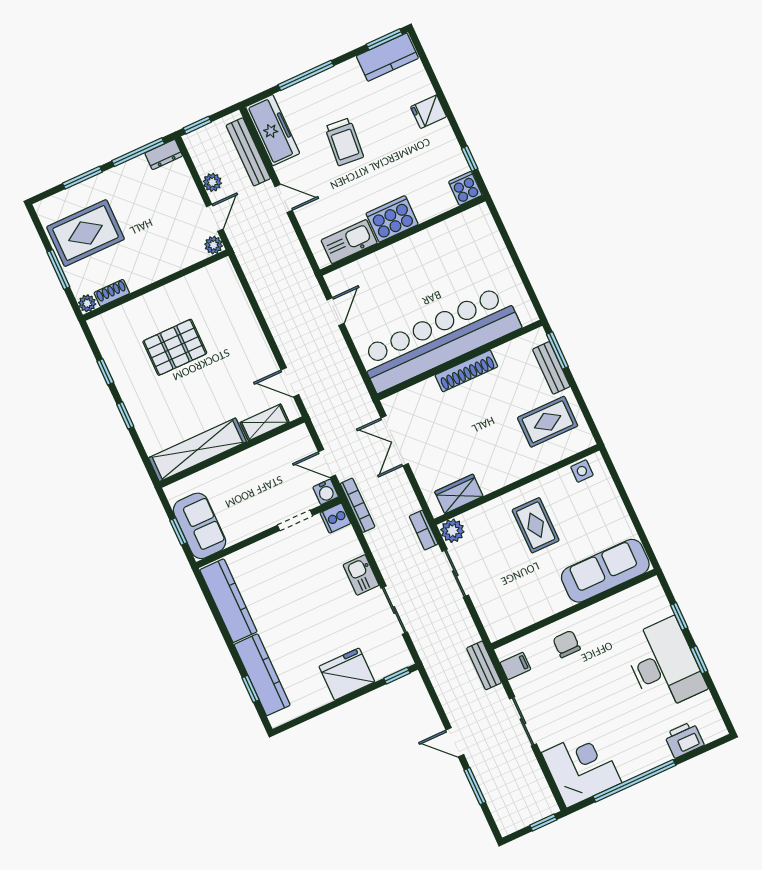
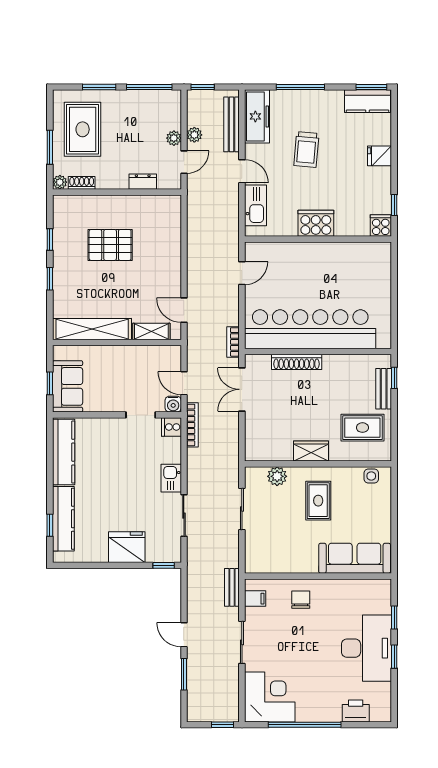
dresser: (164, 154) -> (143, 182), moved, turned 180
rug: (86, 233) -> (83, 129), turned 90
kitchen sink: (349, 242) -> (256, 205), moved, turned 90
plant: (214, 245) -> (174, 138), moved
window: (557, 351) -> (394, 378), width x0.67
shoe rack: (466, 371) -> (297, 362), moved
wardrobe: (459, 494) -> (311, 451), moved
bookcase: (424, 530) -> (233, 342), moved
plant: (452, 531) -> (277, 476), moved

